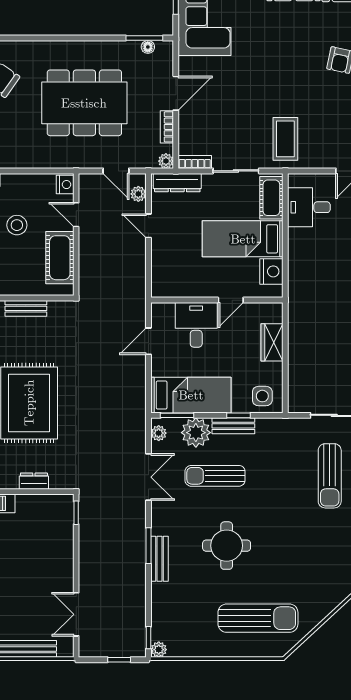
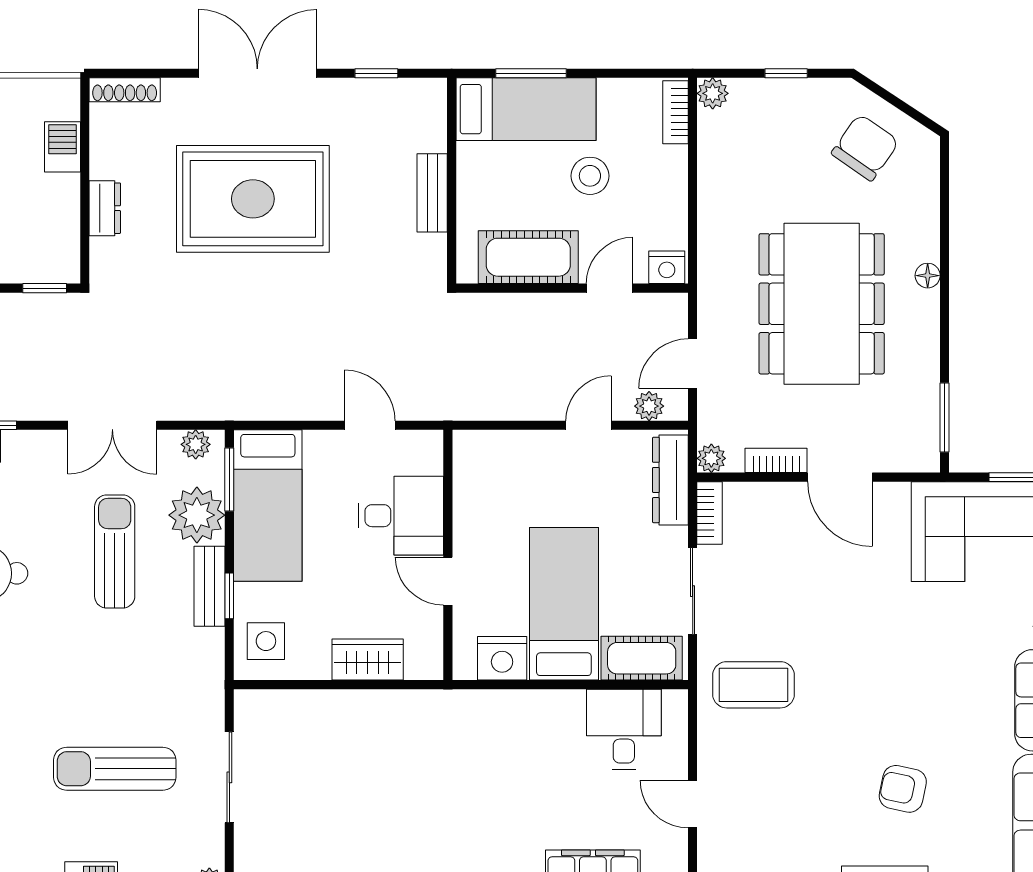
floor lamp: (148, 47) -> (928, 276), moved

